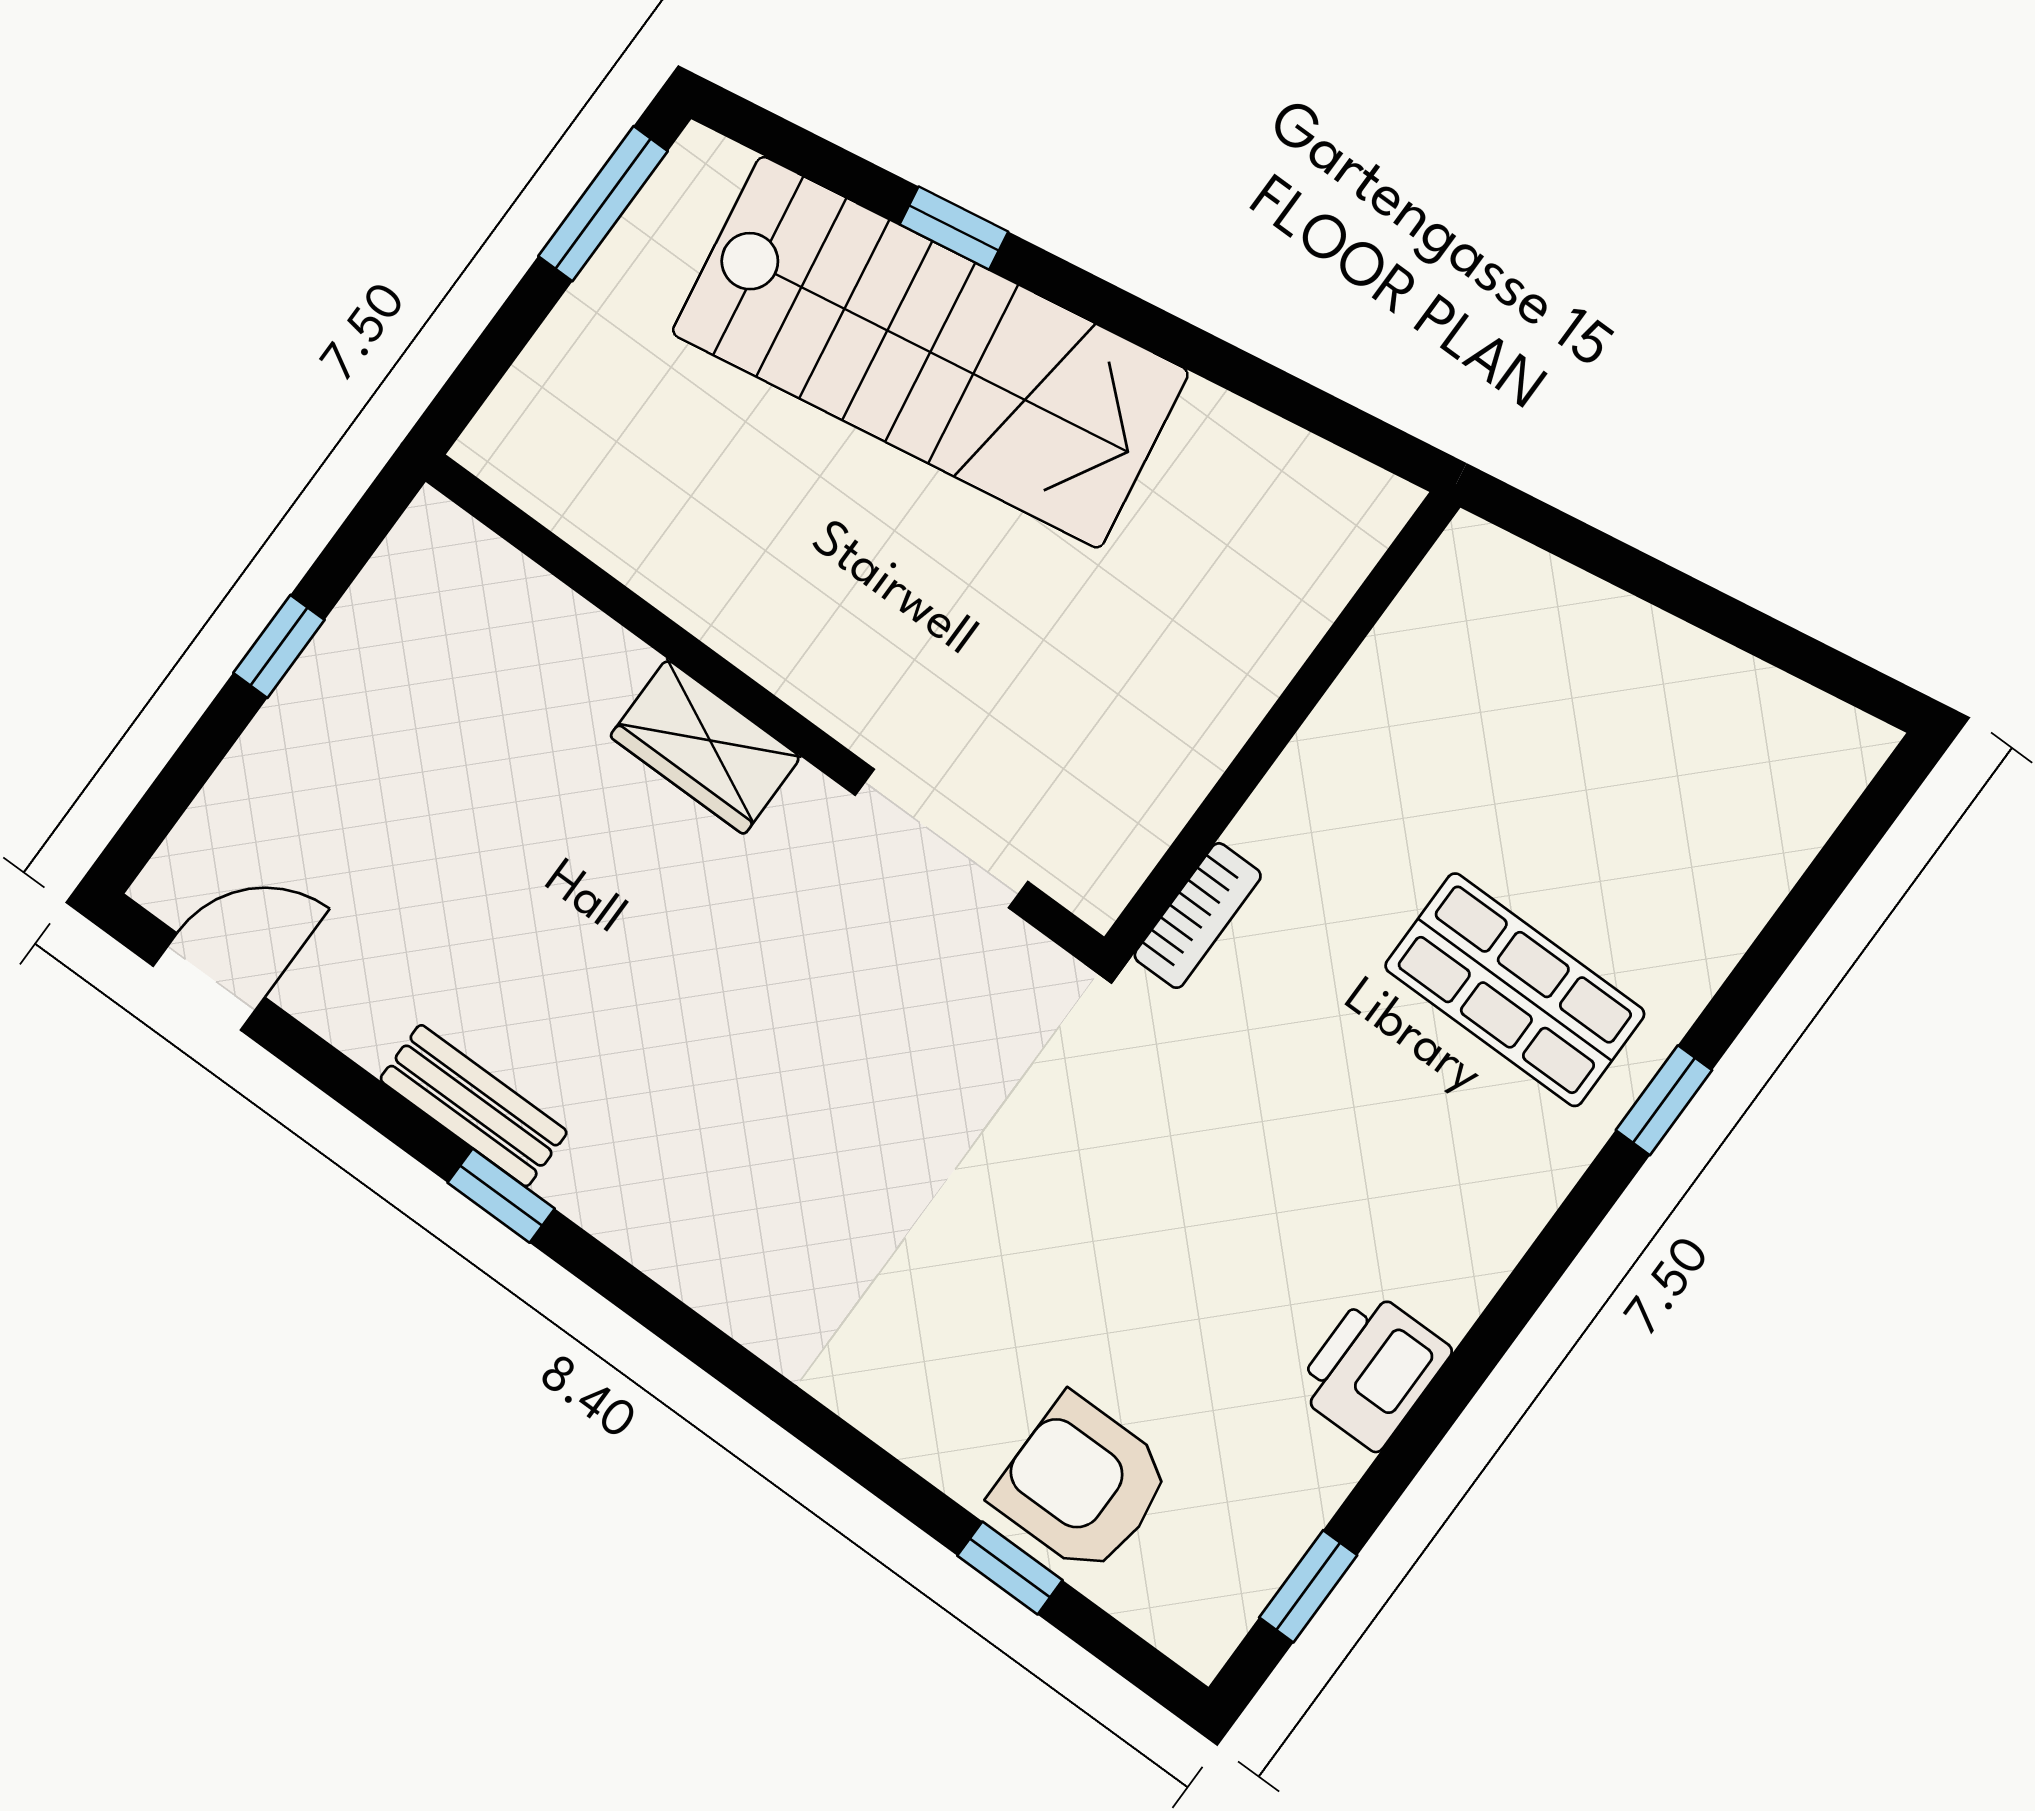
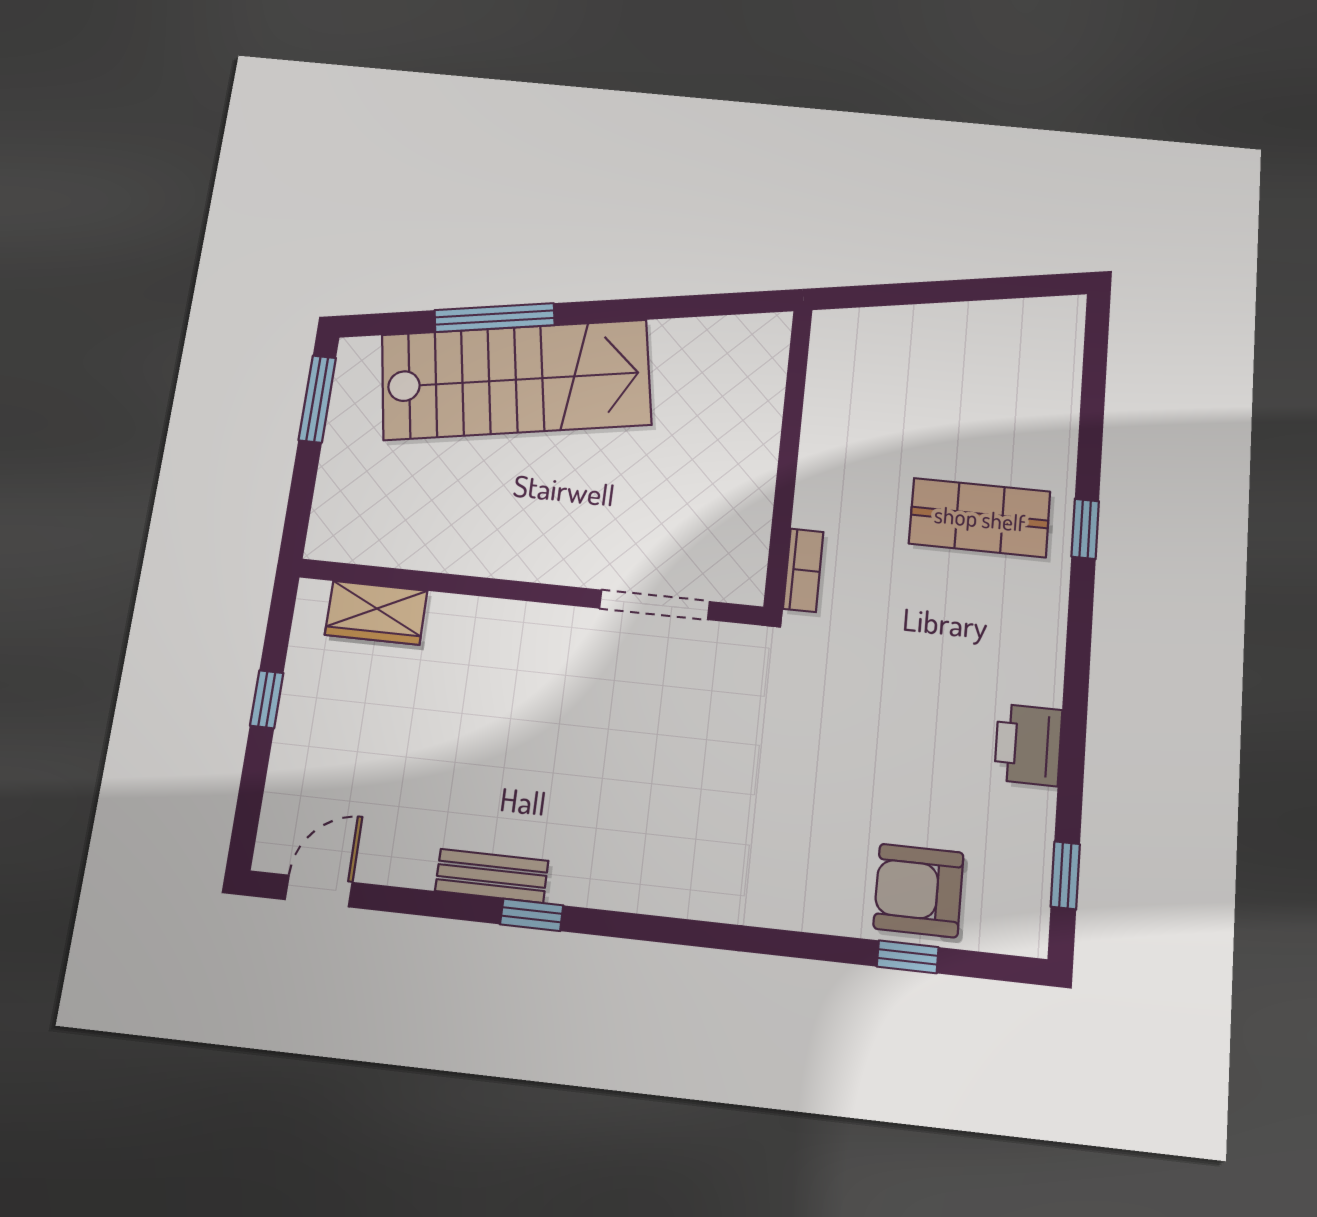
window: (954, 228) -> (495, 318), width x2.17
wardrobe: (705, 747) -> (376, 613), moved

